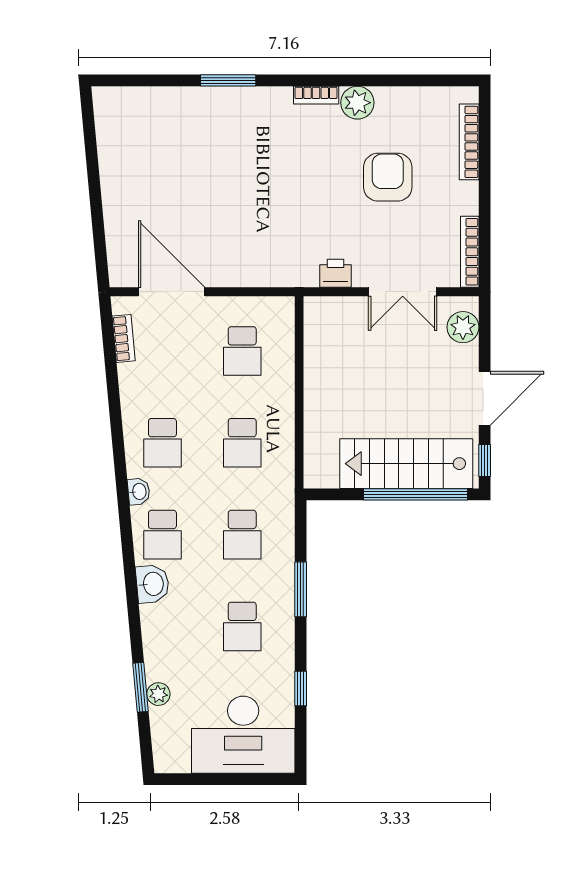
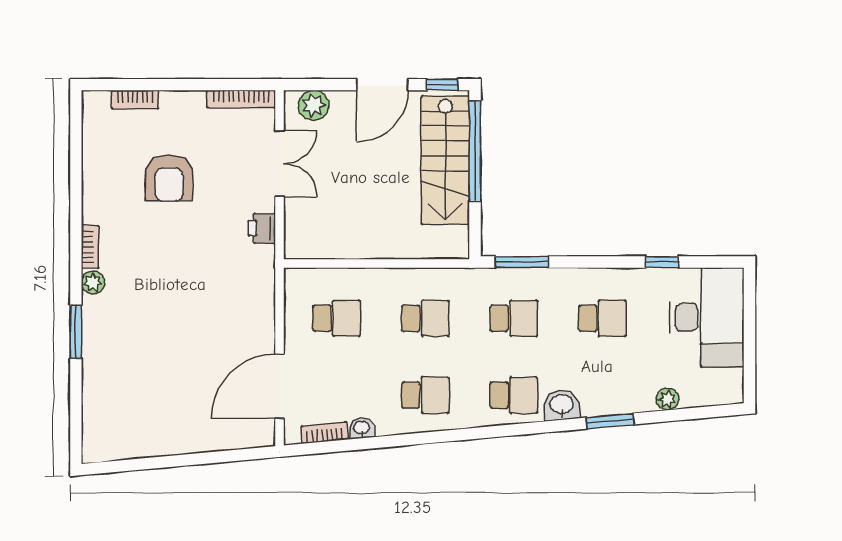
plant: (357, 103) -> (93, 283), moved, width x0.73, depth x0.73
bookcase: (469, 142) -> (135, 100), width x0.64
armchair: (388, 177) -> (169, 178), turned -90
door: (485, 398) -> (382, 85), swing flipped
washbasin: (139, 491) -> (362, 428), moved
window: (301, 589) -> (522, 262), moved
window: (140, 687) -> (610, 421), moved

